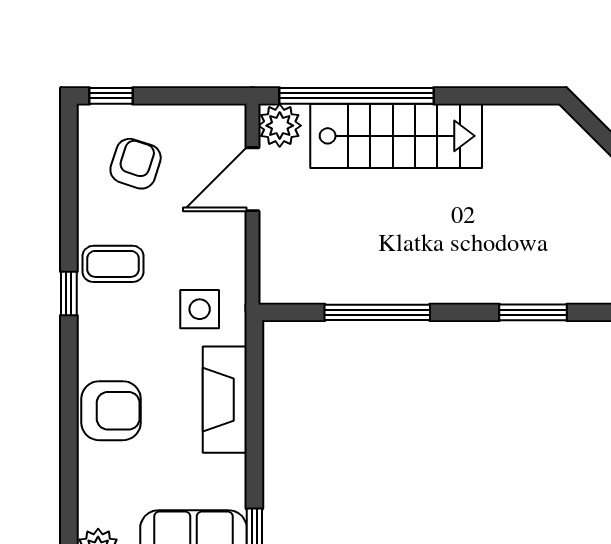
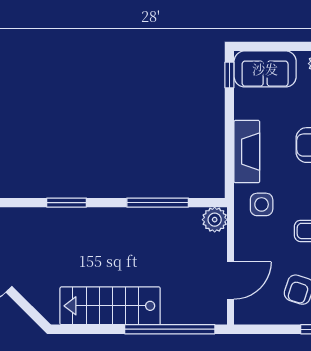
plant: (280, 126) -> (215, 220), moved
stairs: (396, 136) -> (110, 306), moved

